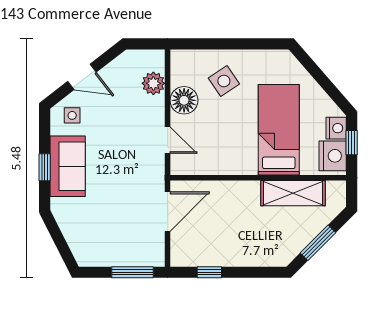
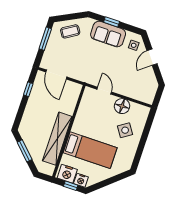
plant: (153, 83) -> (136, 93), removed
door: (168, 140) -> (104, 91), swing flipped
shelving: (293, 193) -> (57, 139), width x1.47
door: (168, 212) -> (56, 74), moved
coffee table: (85, 233) -> (70, 31), added
window: (132, 272) -> (45, 39), moved

